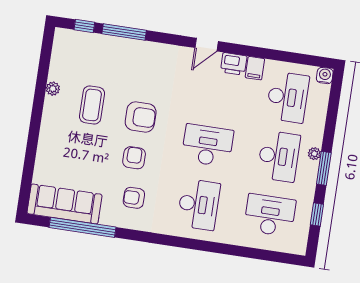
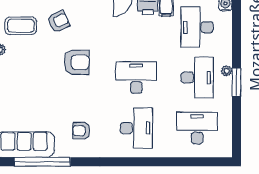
desk: (288, 97) -> (197, 27), turned 180
coffee table: (92, 105) -> (21, 26), moved, turned 90
armchair: (134, 158) -> (59, 21), moved, turned 64
window: (317, 214) -> (236, 121), removed

